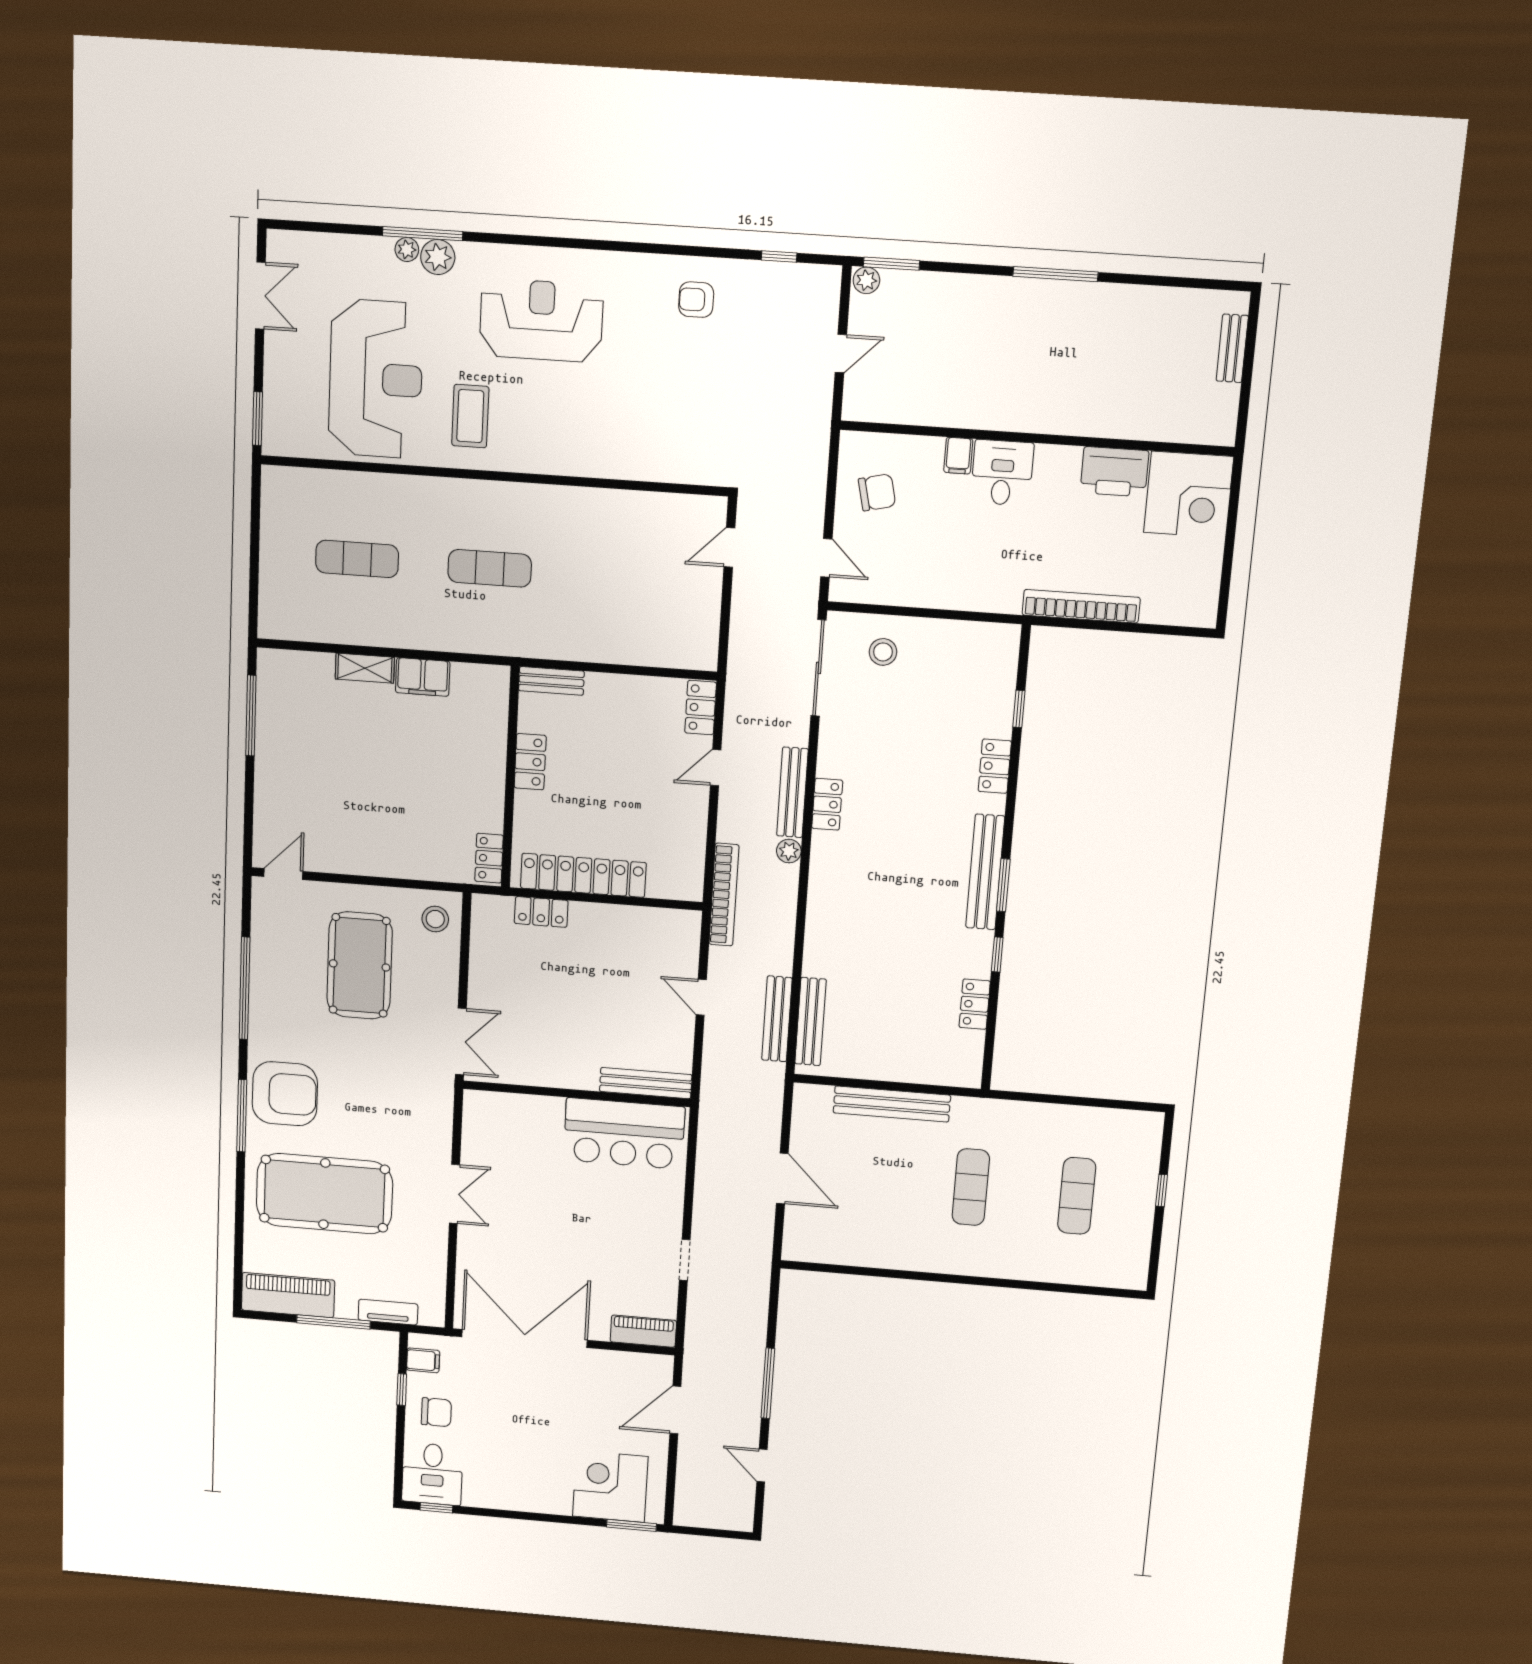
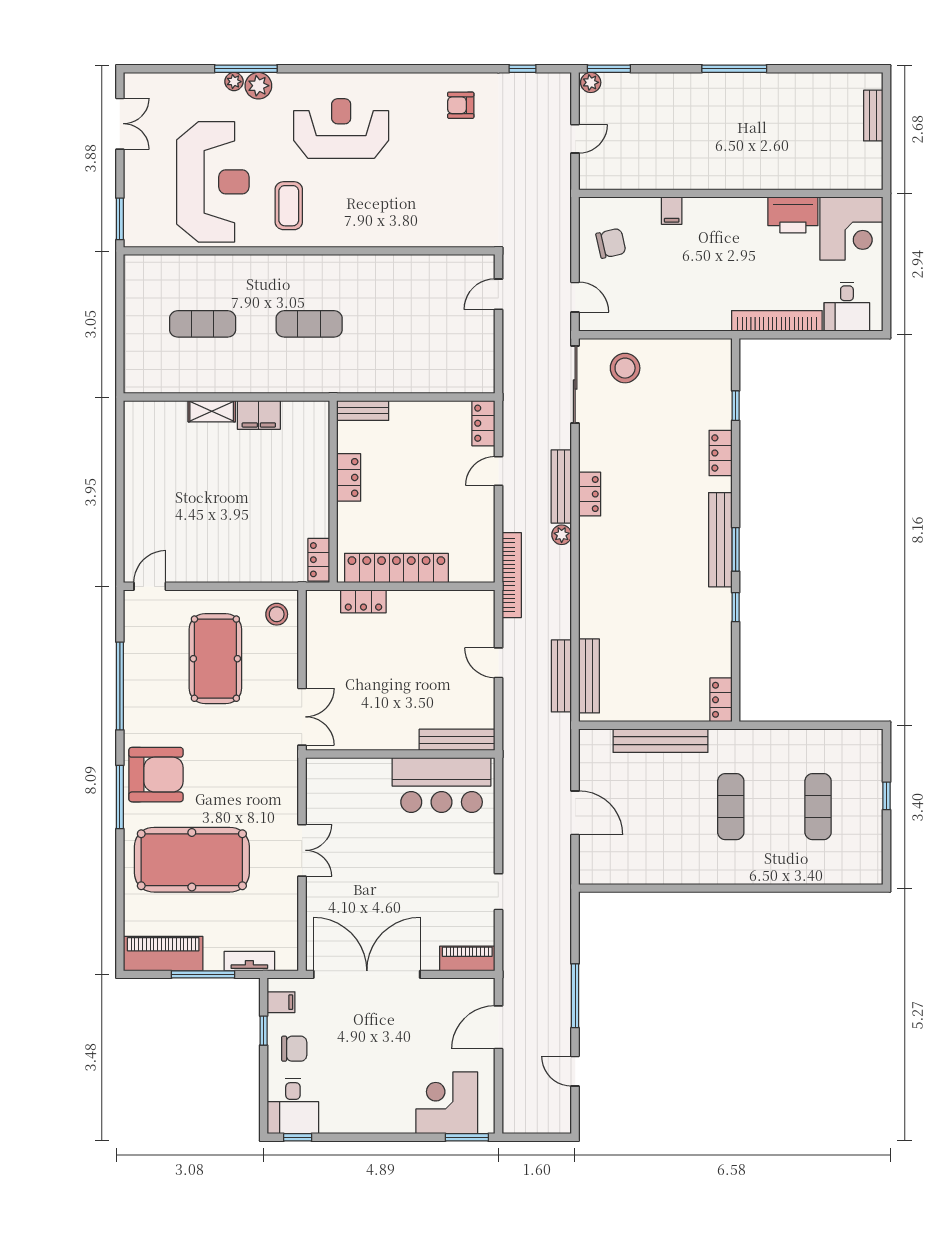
desk: (1002, 473) -> (847, 307), moved, turned 180
stool: (883, 652) -> (625, 368), width x1.38, depth x1.38
window: (251, 716) -> (120, 457), removed
locker: (975, 1004) -> (721, 700), moved

